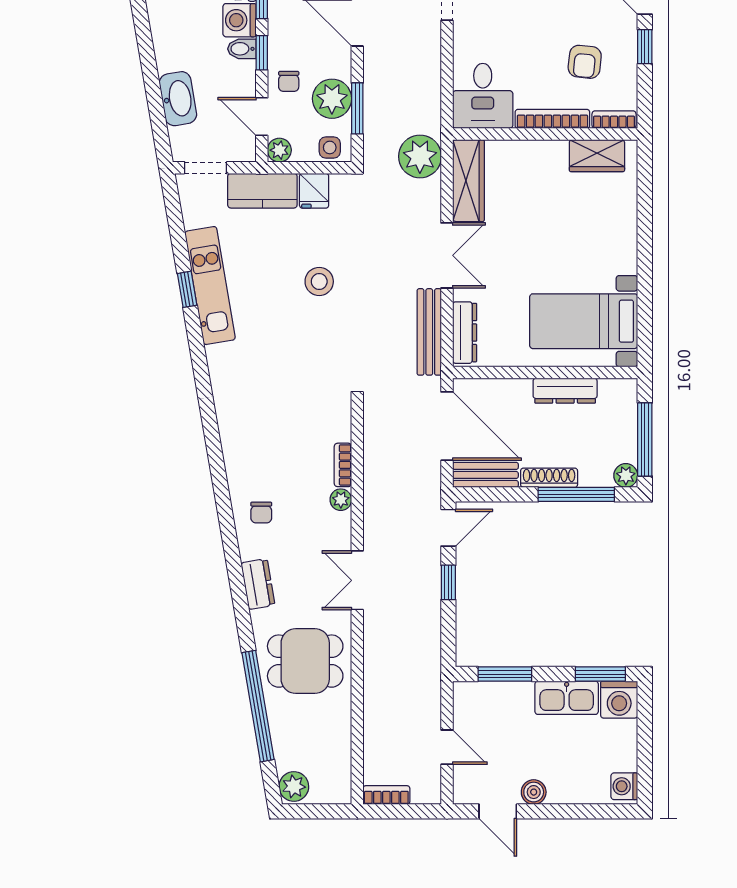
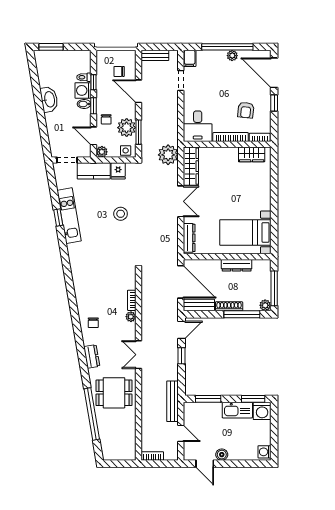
washbasin: (178, 99) -> (49, 99), moved
bench: (429, 332) -> (172, 401), moved
plant: (294, 786) -> (109, 452), removed

